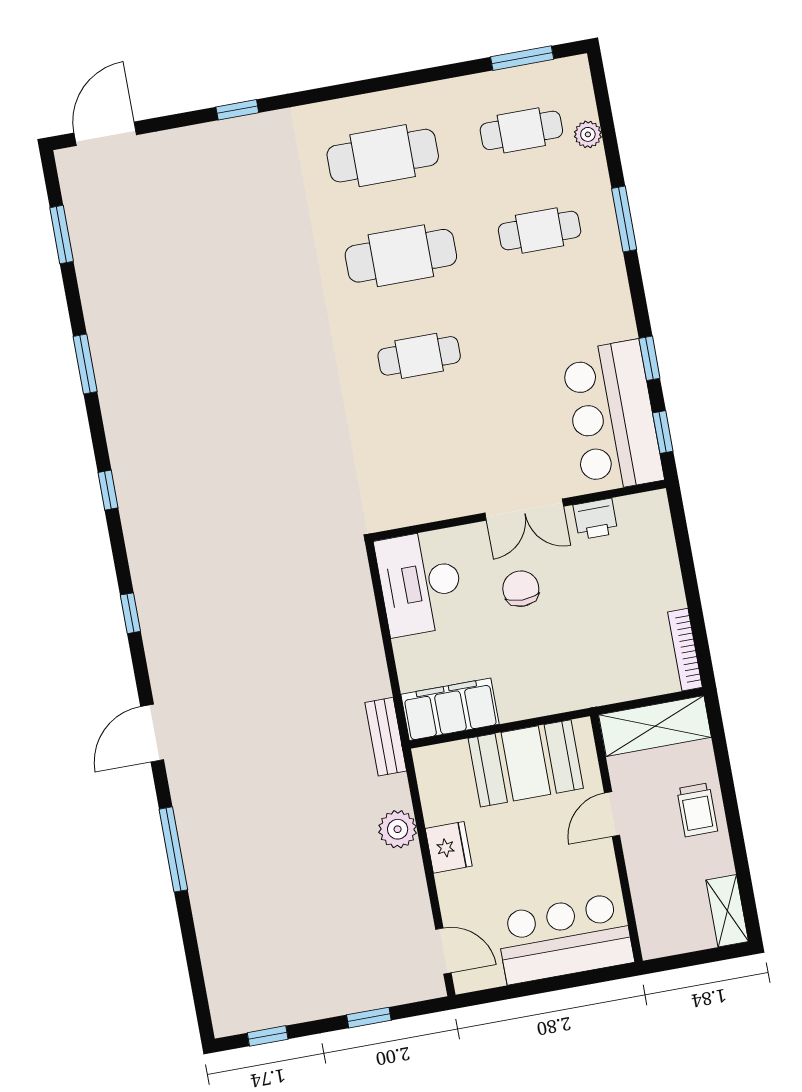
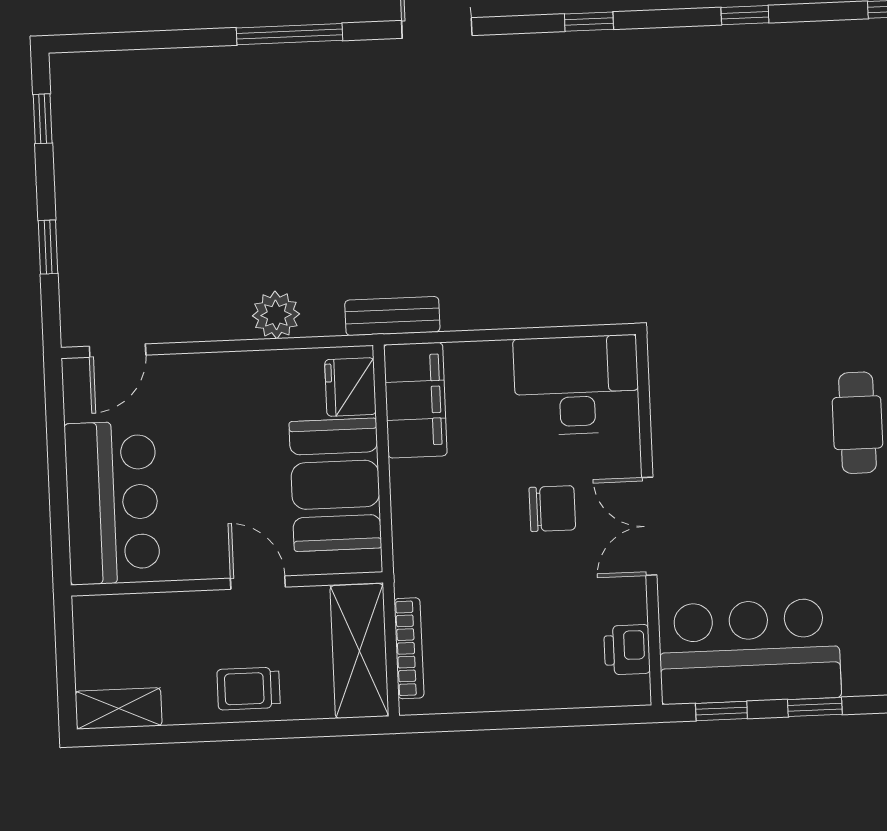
printer: (595, 519) -> (627, 650), moved
bookcase: (685, 650) -> (409, 648), moved, turned 90
fridge: (449, 847) -> (350, 387), moved, turned 90

